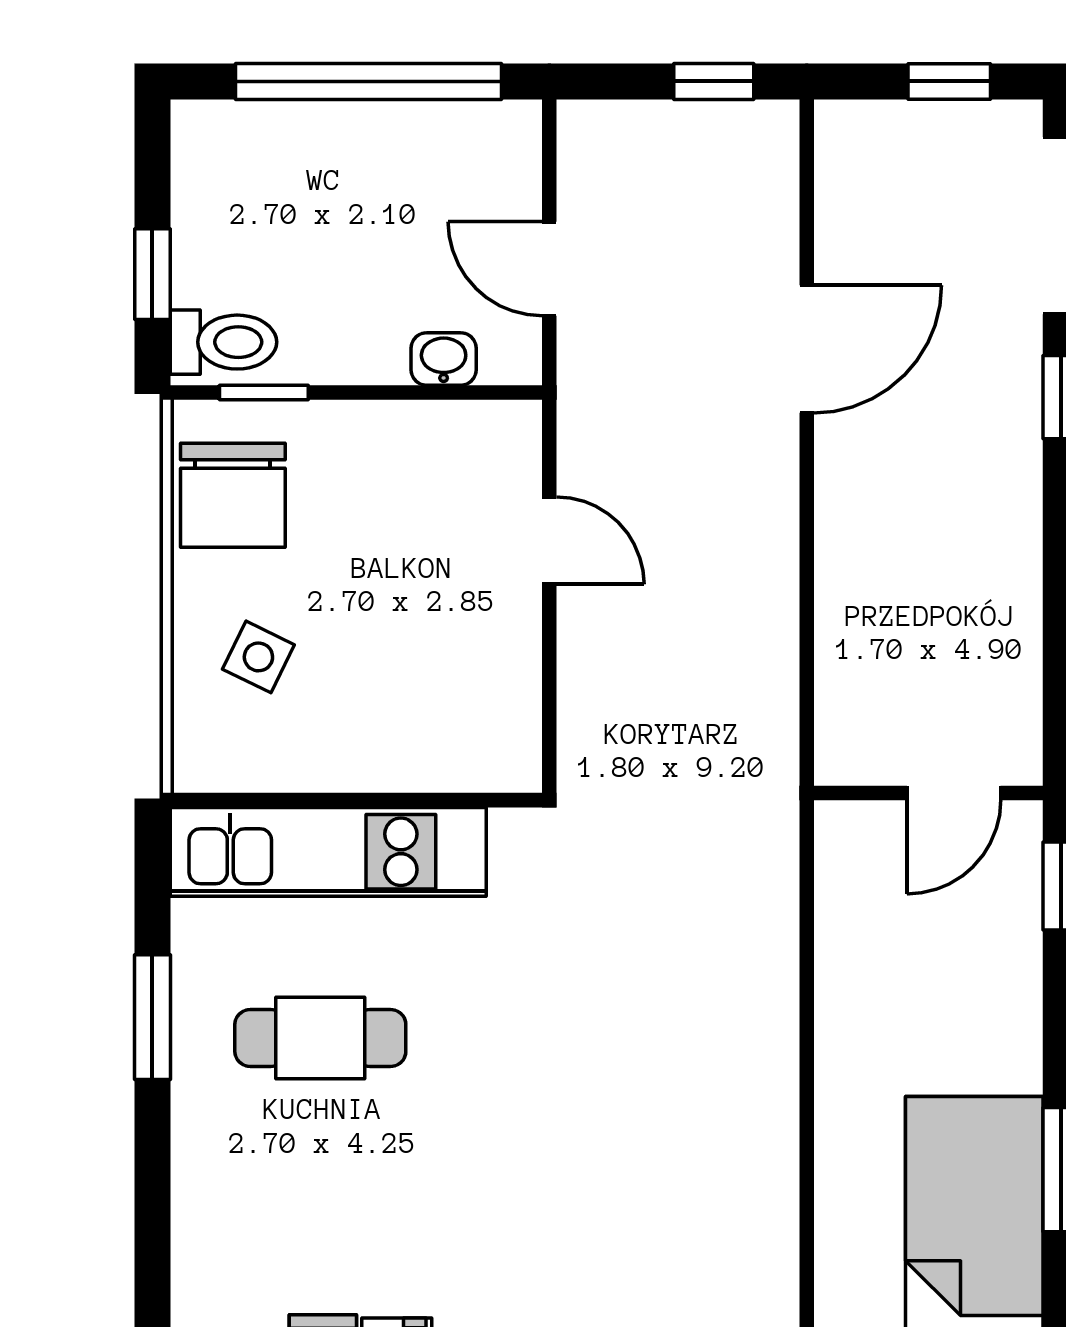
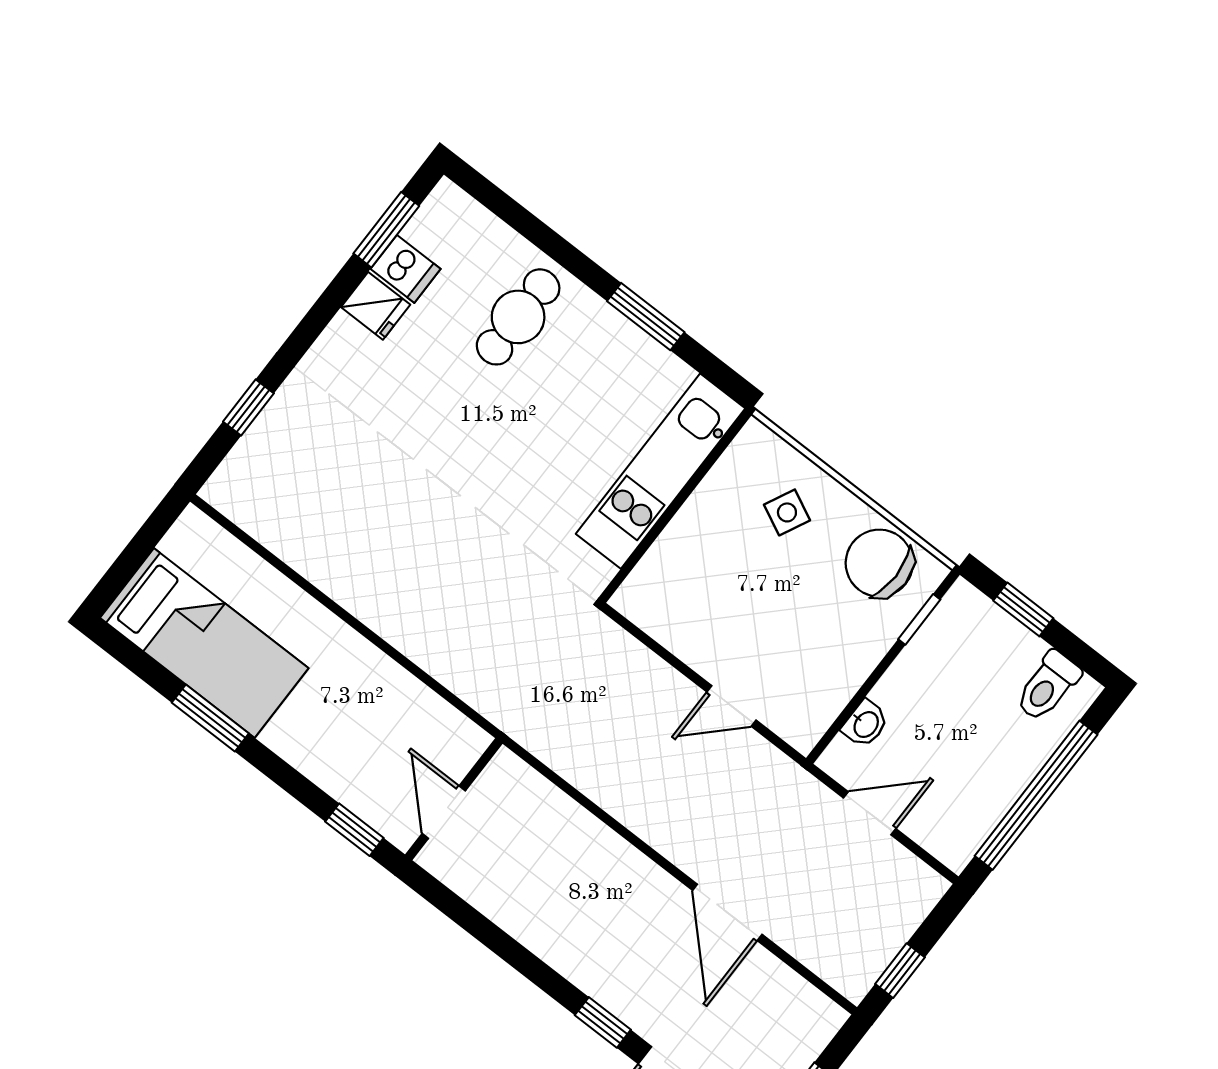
toilet: (223, 342) -> (1048, 686), moved
cafe table: (320, 1038) -> (518, 317), moved

